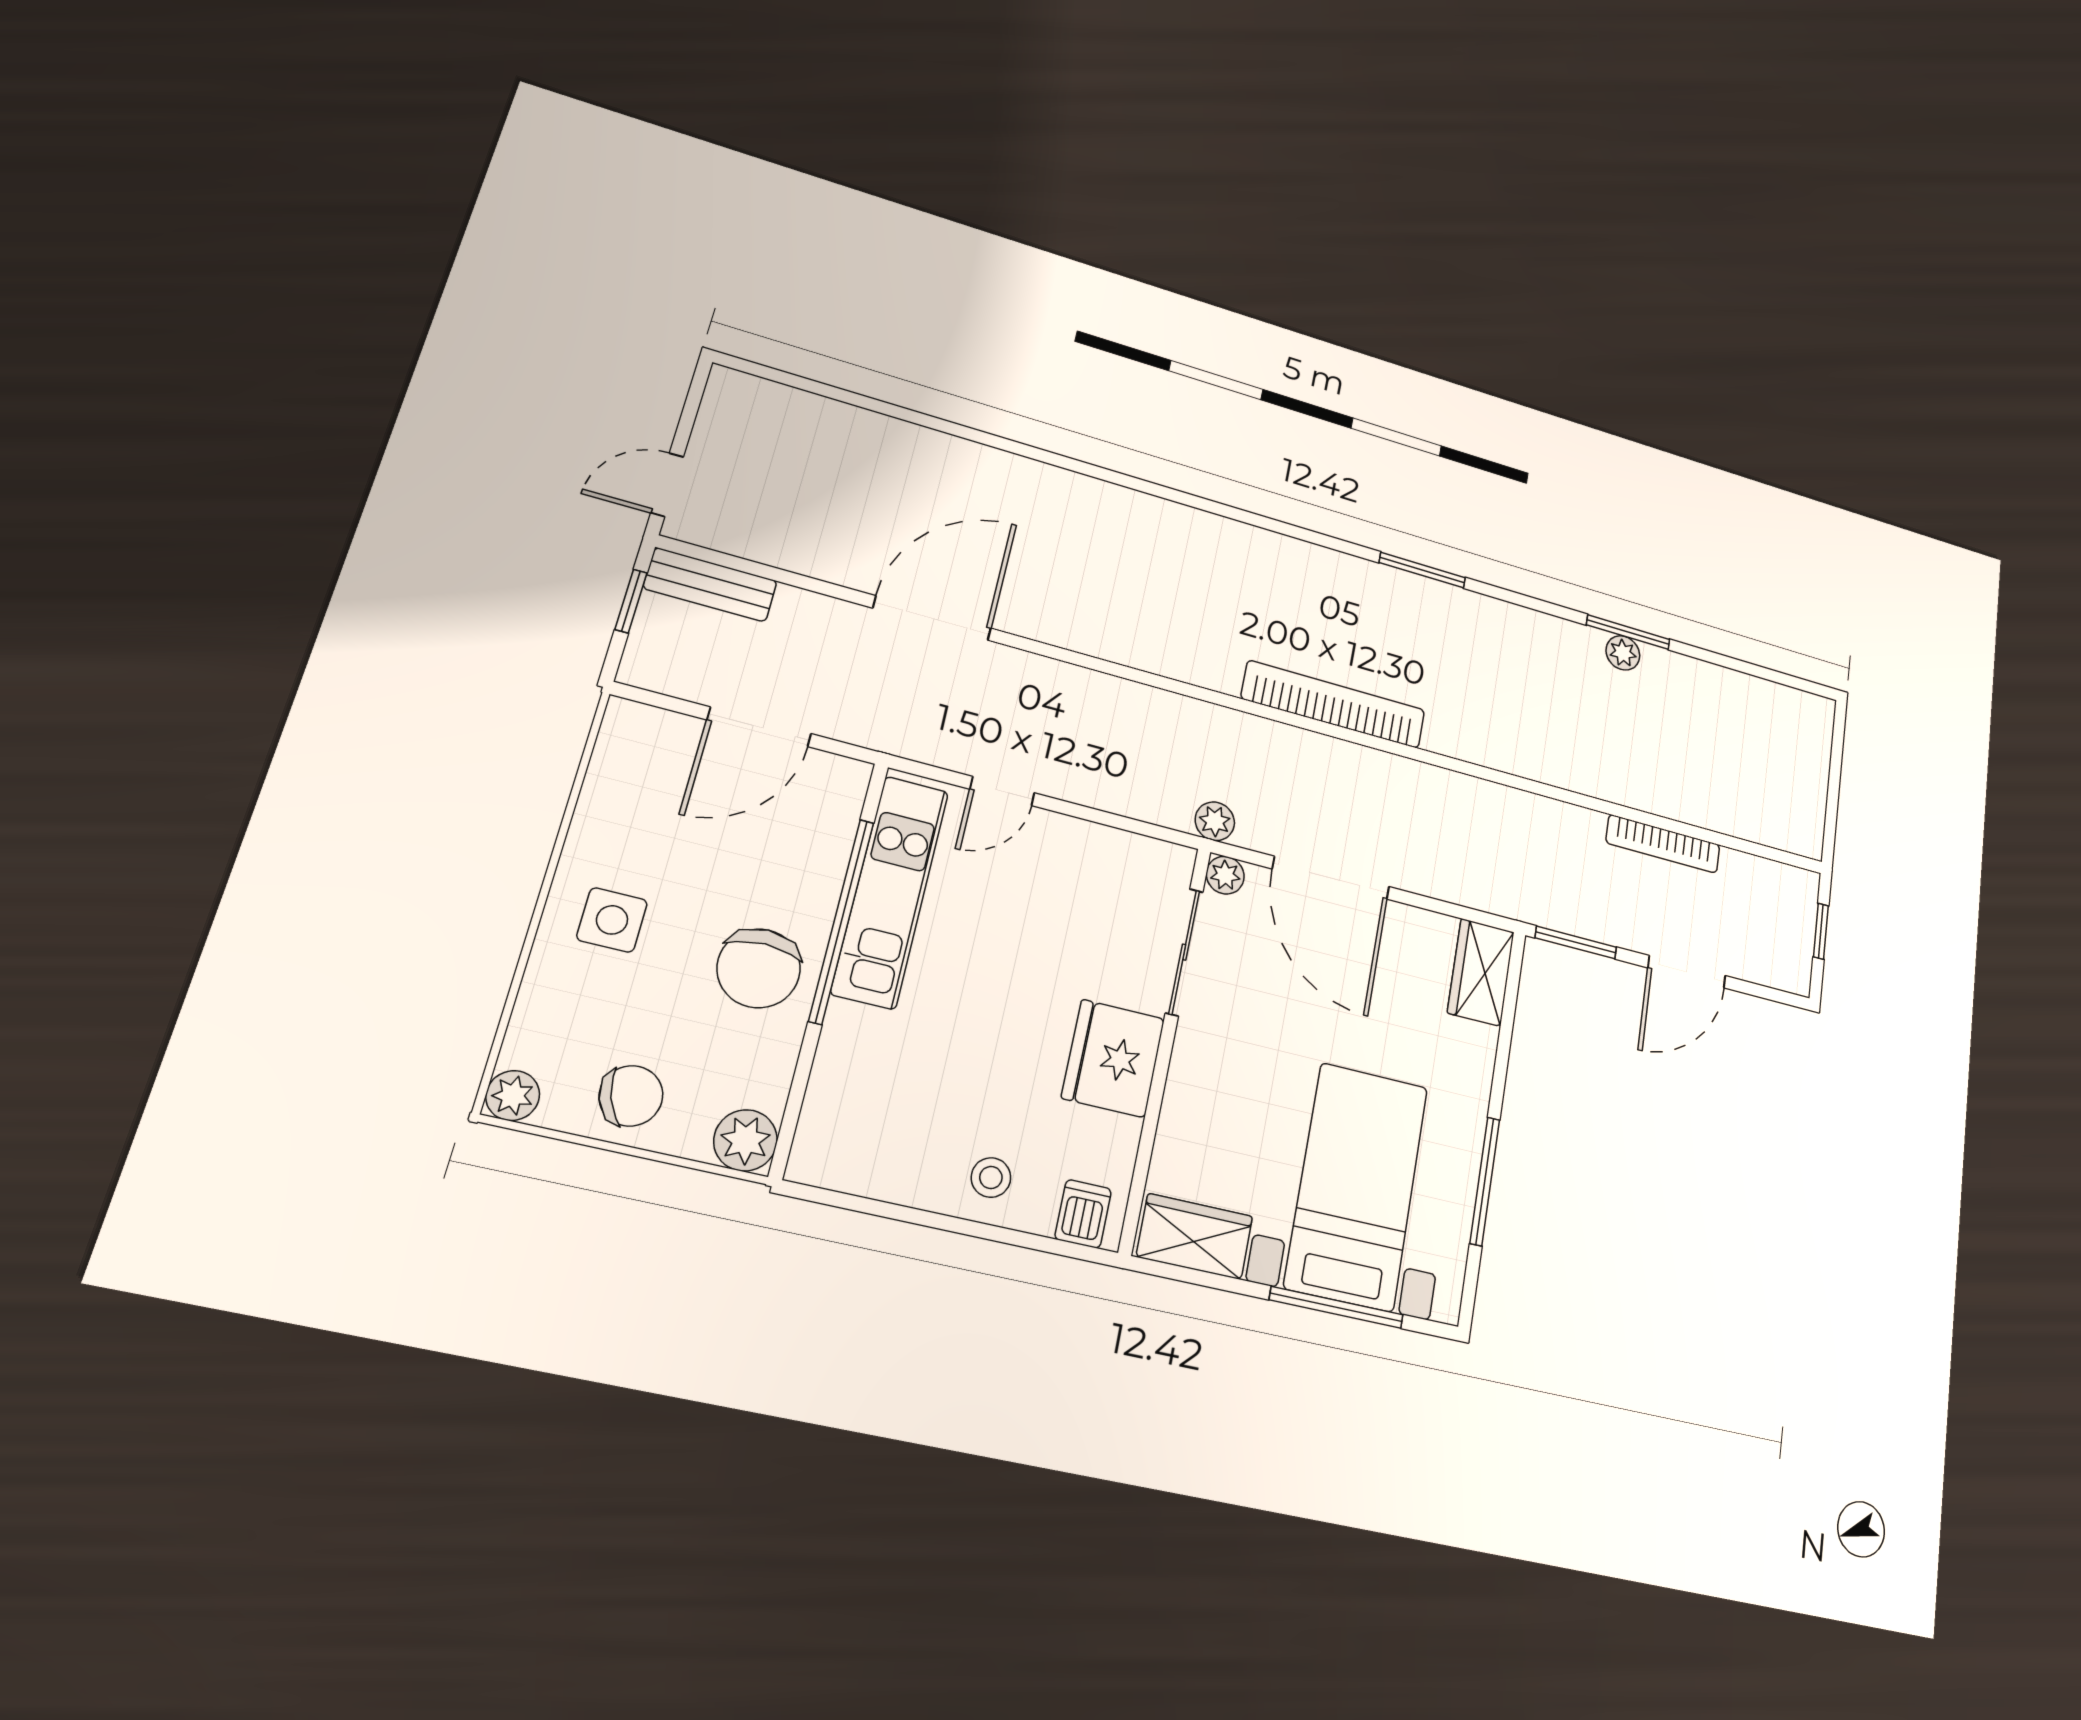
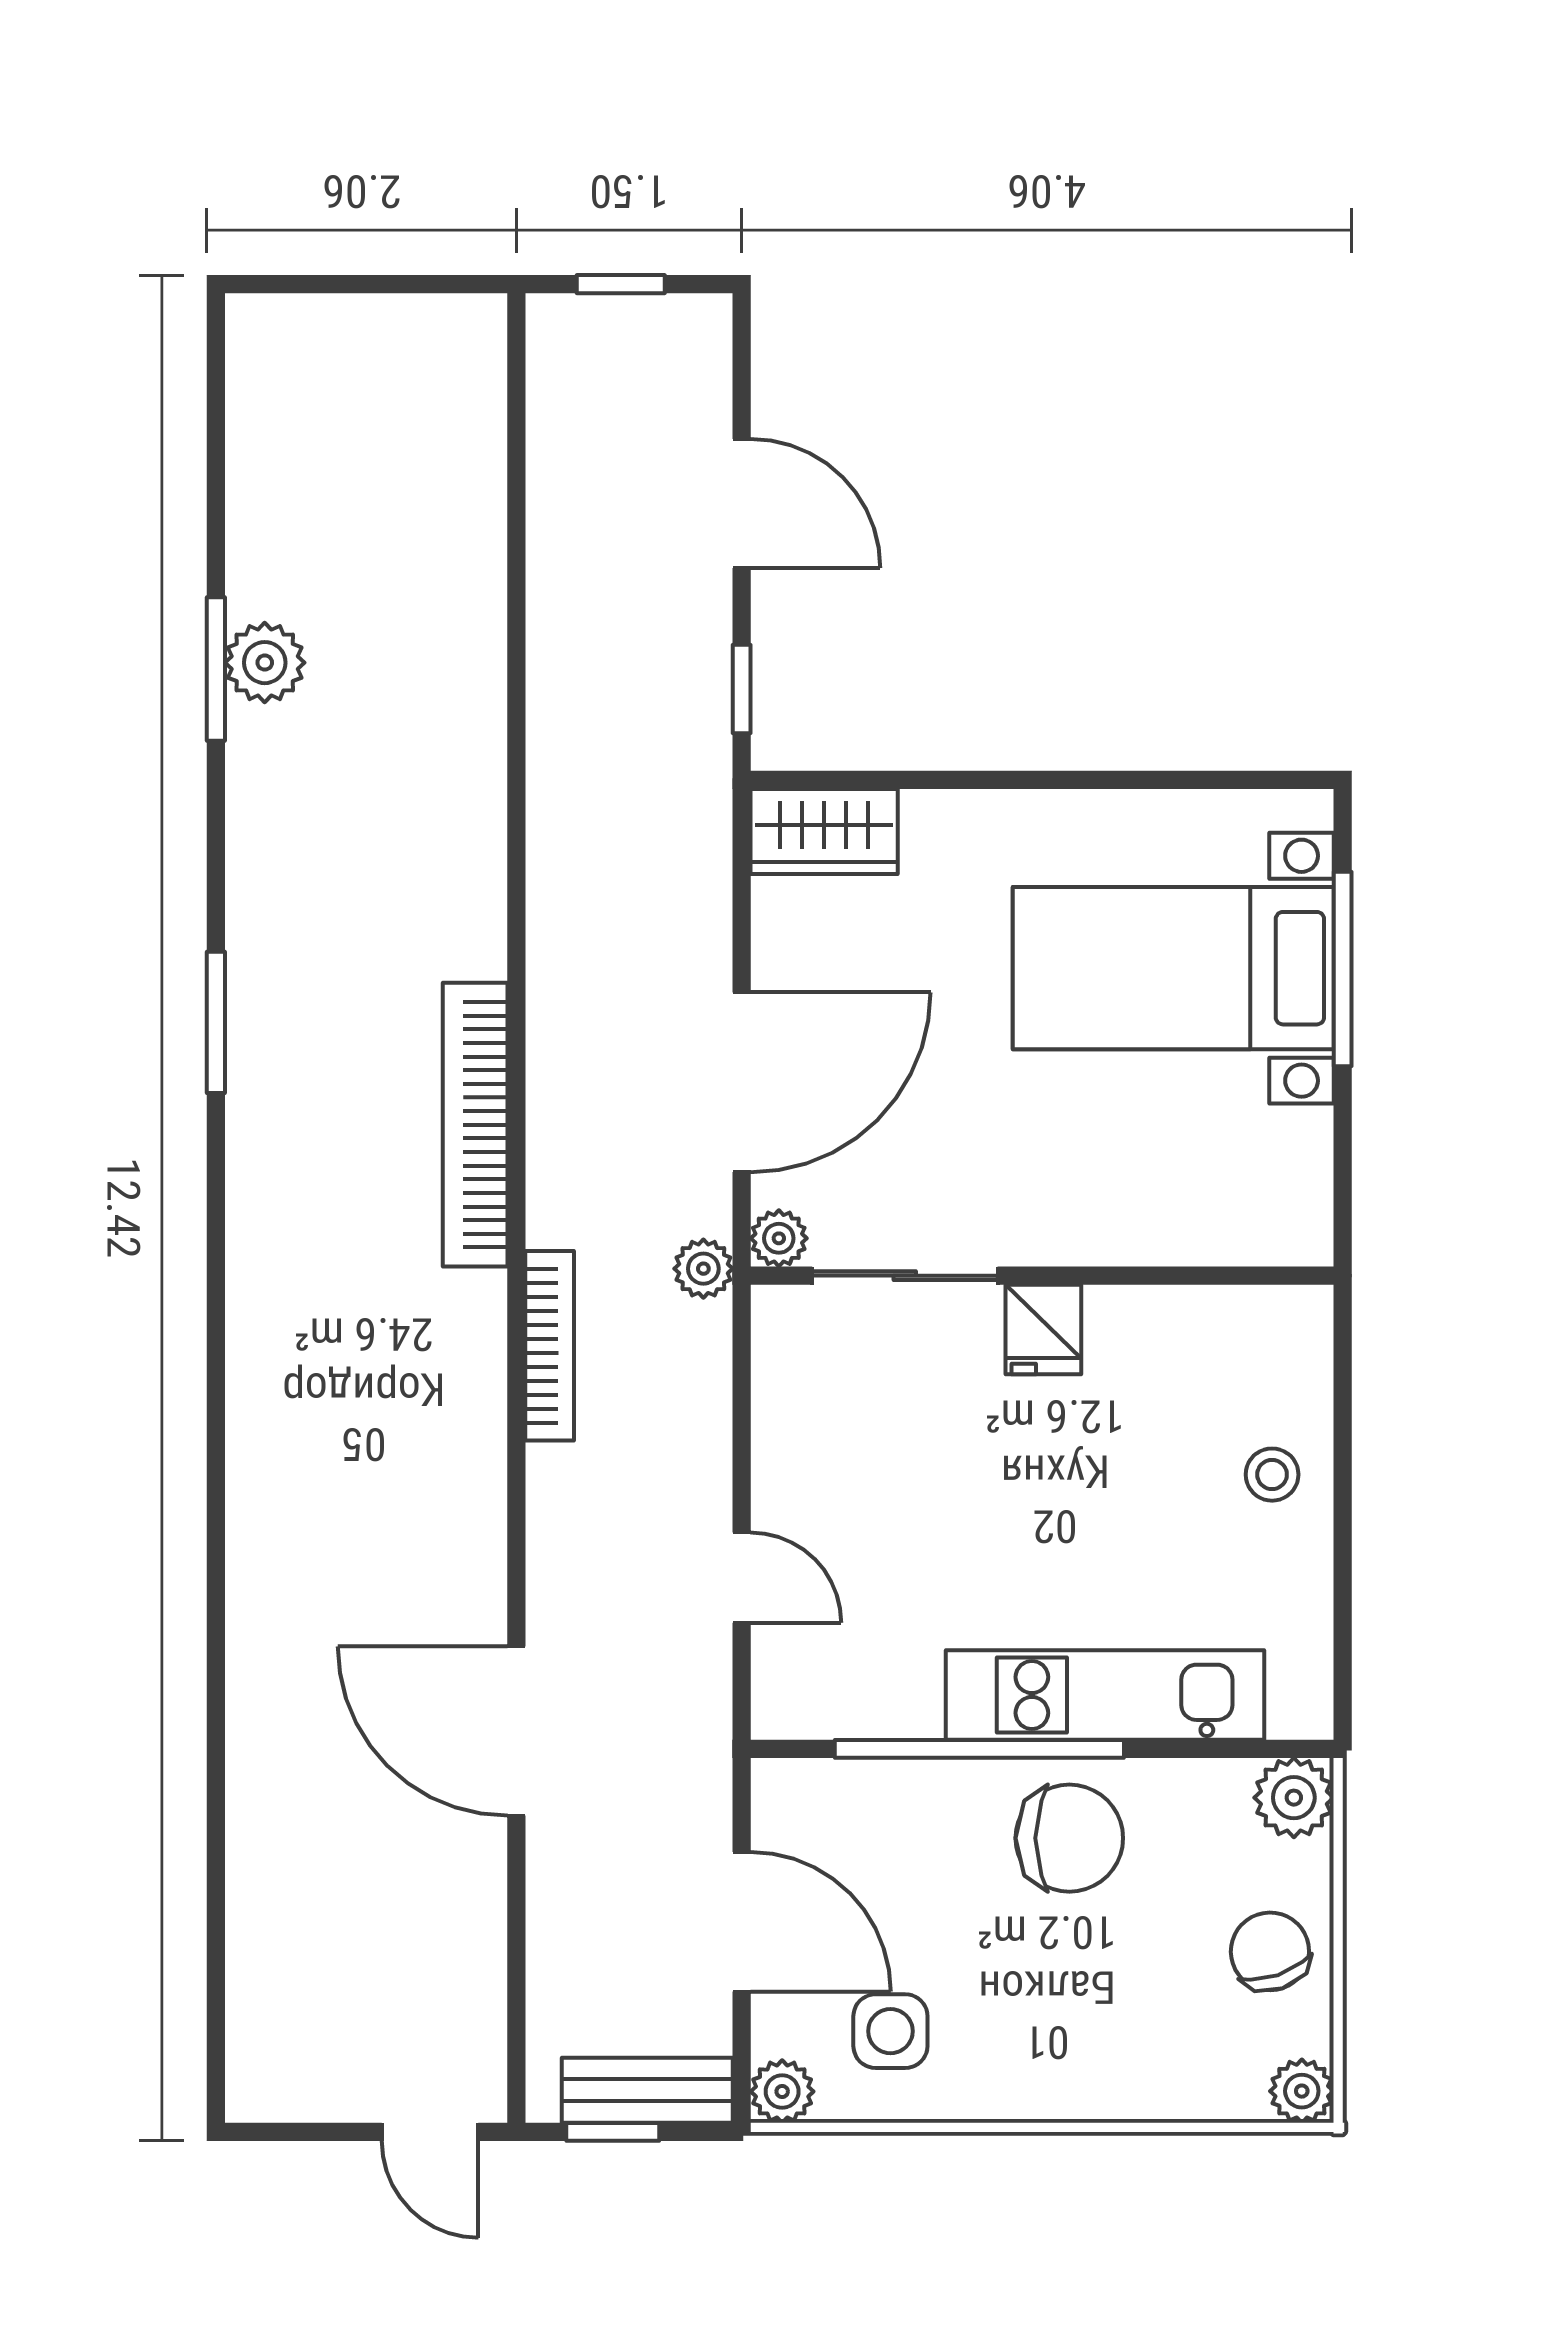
bench: (710, 585) -> (647, 2090), moved, turned 90
plant: (1623, 653) -> (265, 663), width x1.38, depth x1.38
plant: (626, 721) -> (782, 2091), added
bookcase: (1663, 844) -> (550, 1346), moved
kitchen unit: (890, 891) -> (1105, 1695), moved
side table: (612, 920) -> (890, 2031), moved
window: (1576, 942) -> (742, 689), width x0.67
fridge: (1113, 1058) -> (1043, 1330), width x0.53, depth x0.75
window: (1485, 1181) -> (1125, 780), removed
dishwasher: (1083, 1214) -> (1293, 1342), removed
wardrobe: (1195, 1236) -> (1290, 1185), removed

